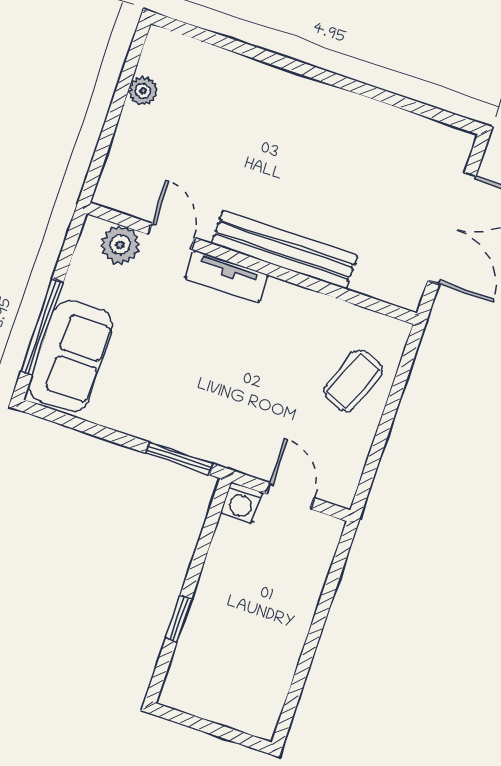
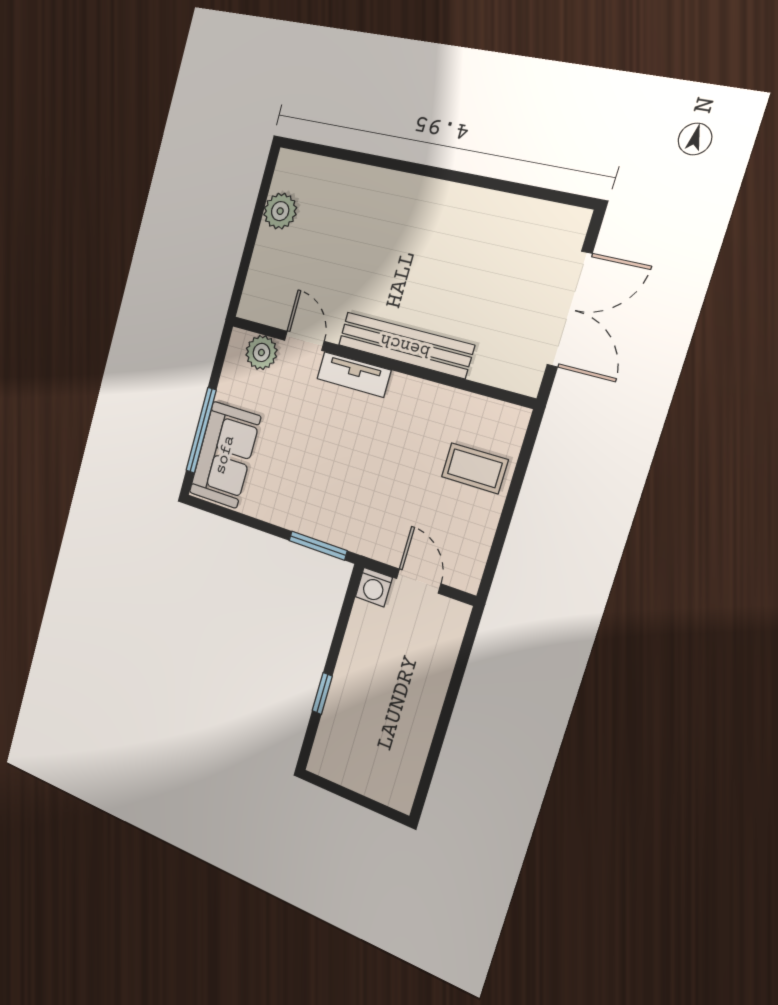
plant: (143, 91) -> (280, 211), width x1.38, depth x1.38
coffee table: (353, 381) -> (475, 468), turned 68

